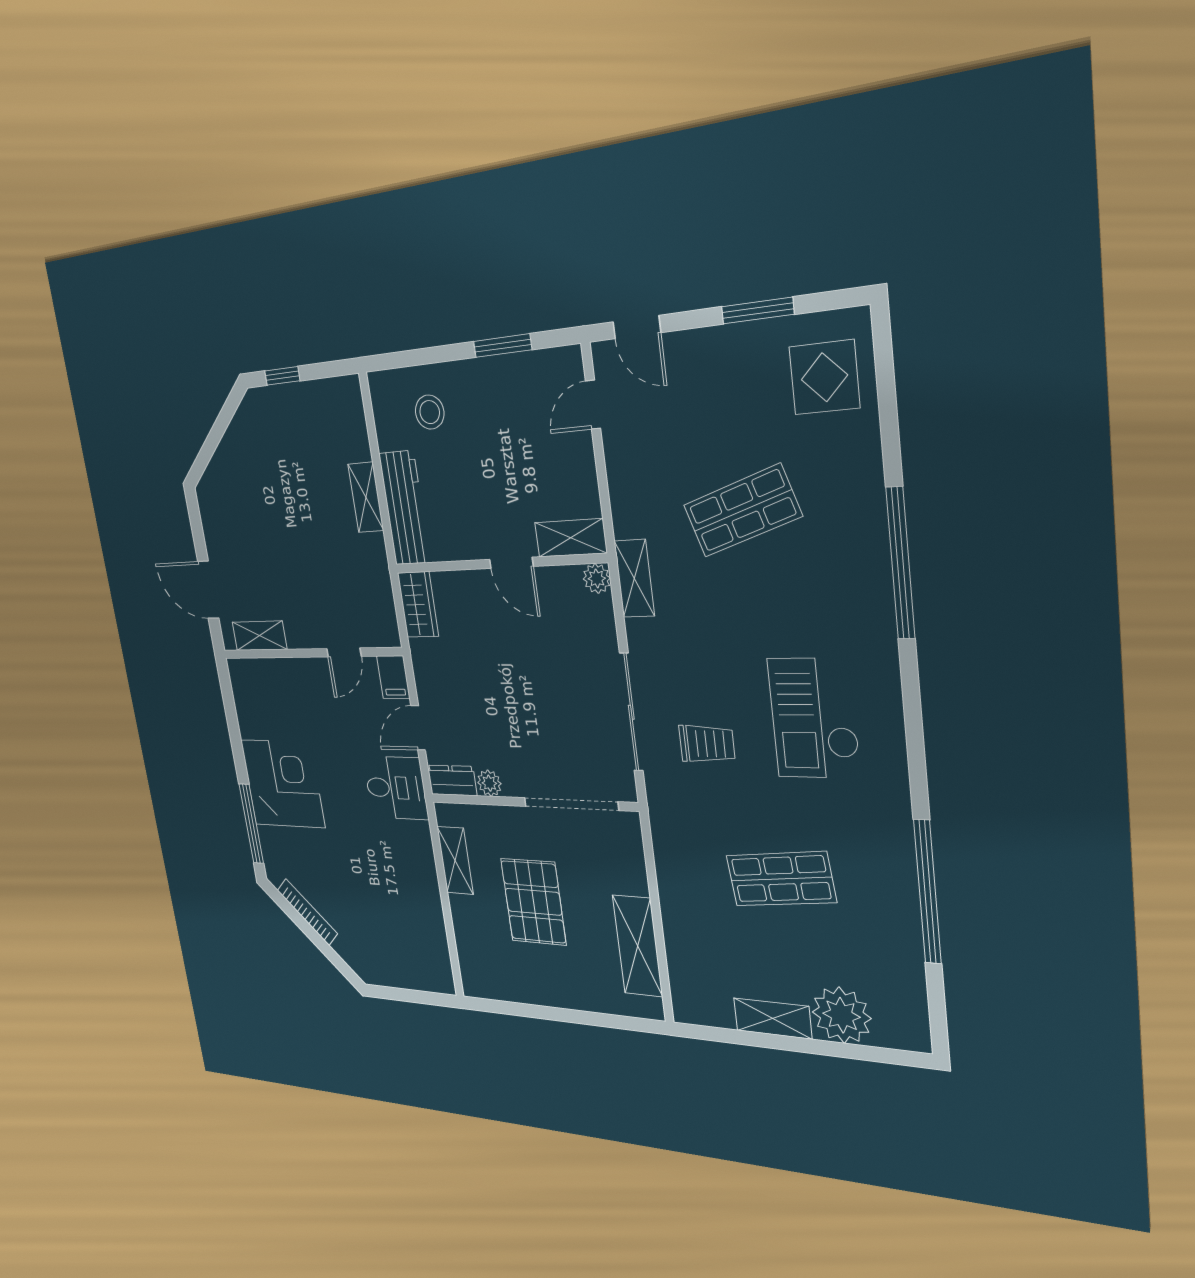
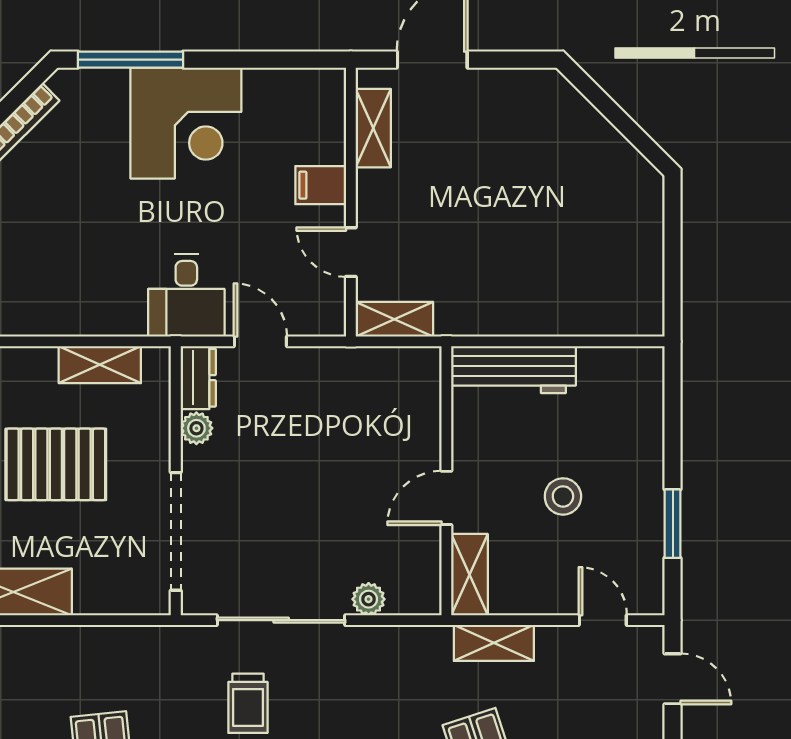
door: (637, 327) -> (673, 679), swing flipped
window: (282, 376) -> (673, 230), removed
stool: (430, 412) -> (563, 496), moved
shelving: (366, 497) -> (394, 319), moved
plant: (597, 578) -> (369, 599), moved
shelving: (634, 578) -> (494, 643), moved
wardrobe: (418, 605) -> (405, 368), removed
filing cabinet: (393, 677) -> (321, 185), moved

